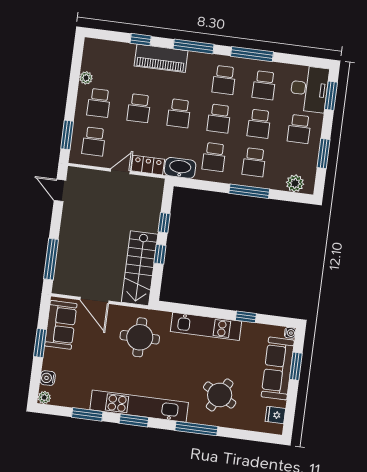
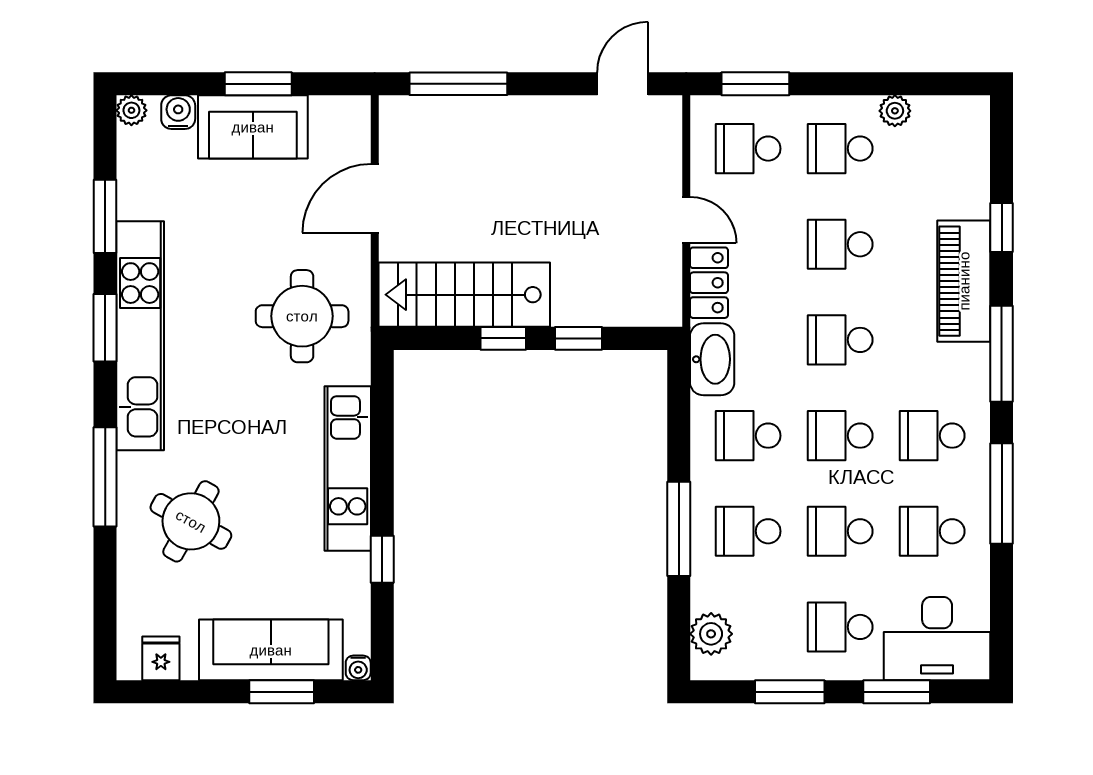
window: (331, 96) -> (897, 692), moved
sofa: (61, 325) -> (253, 127), moved

